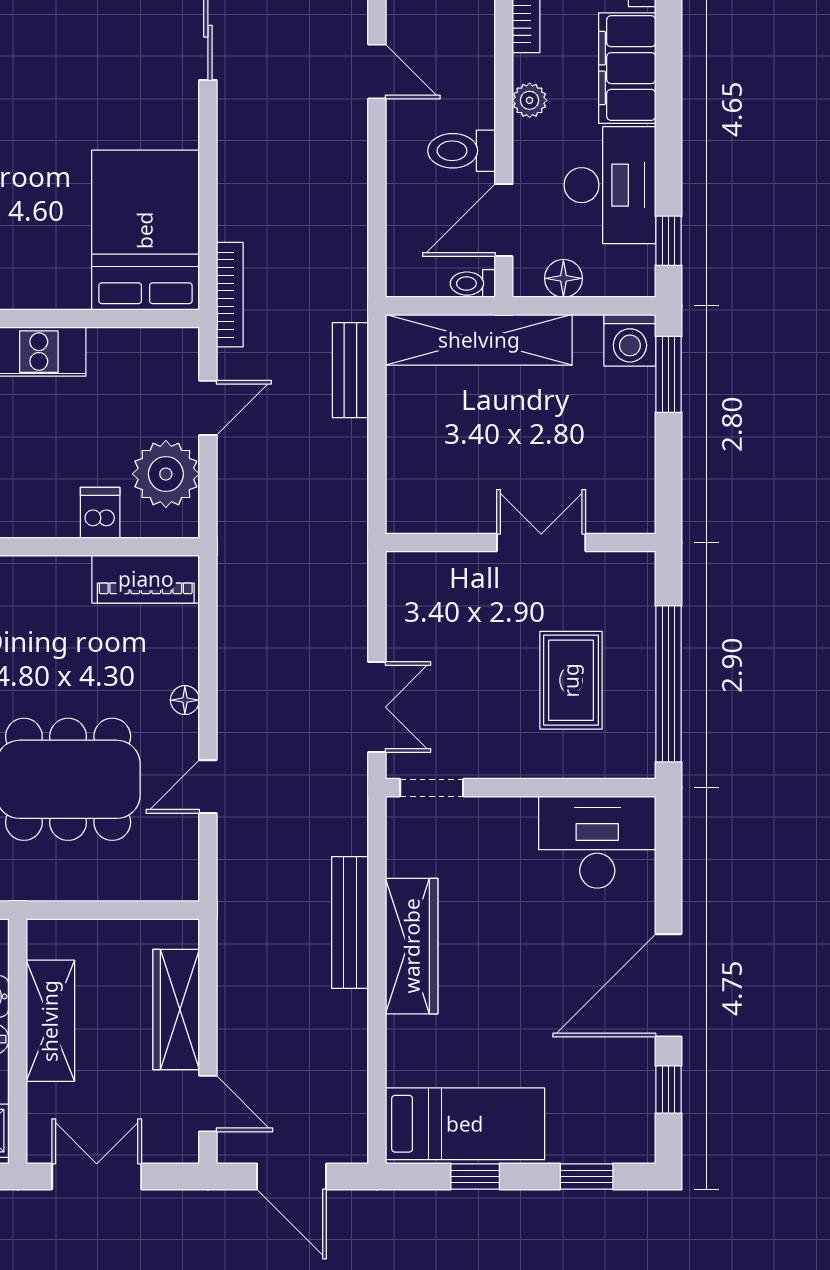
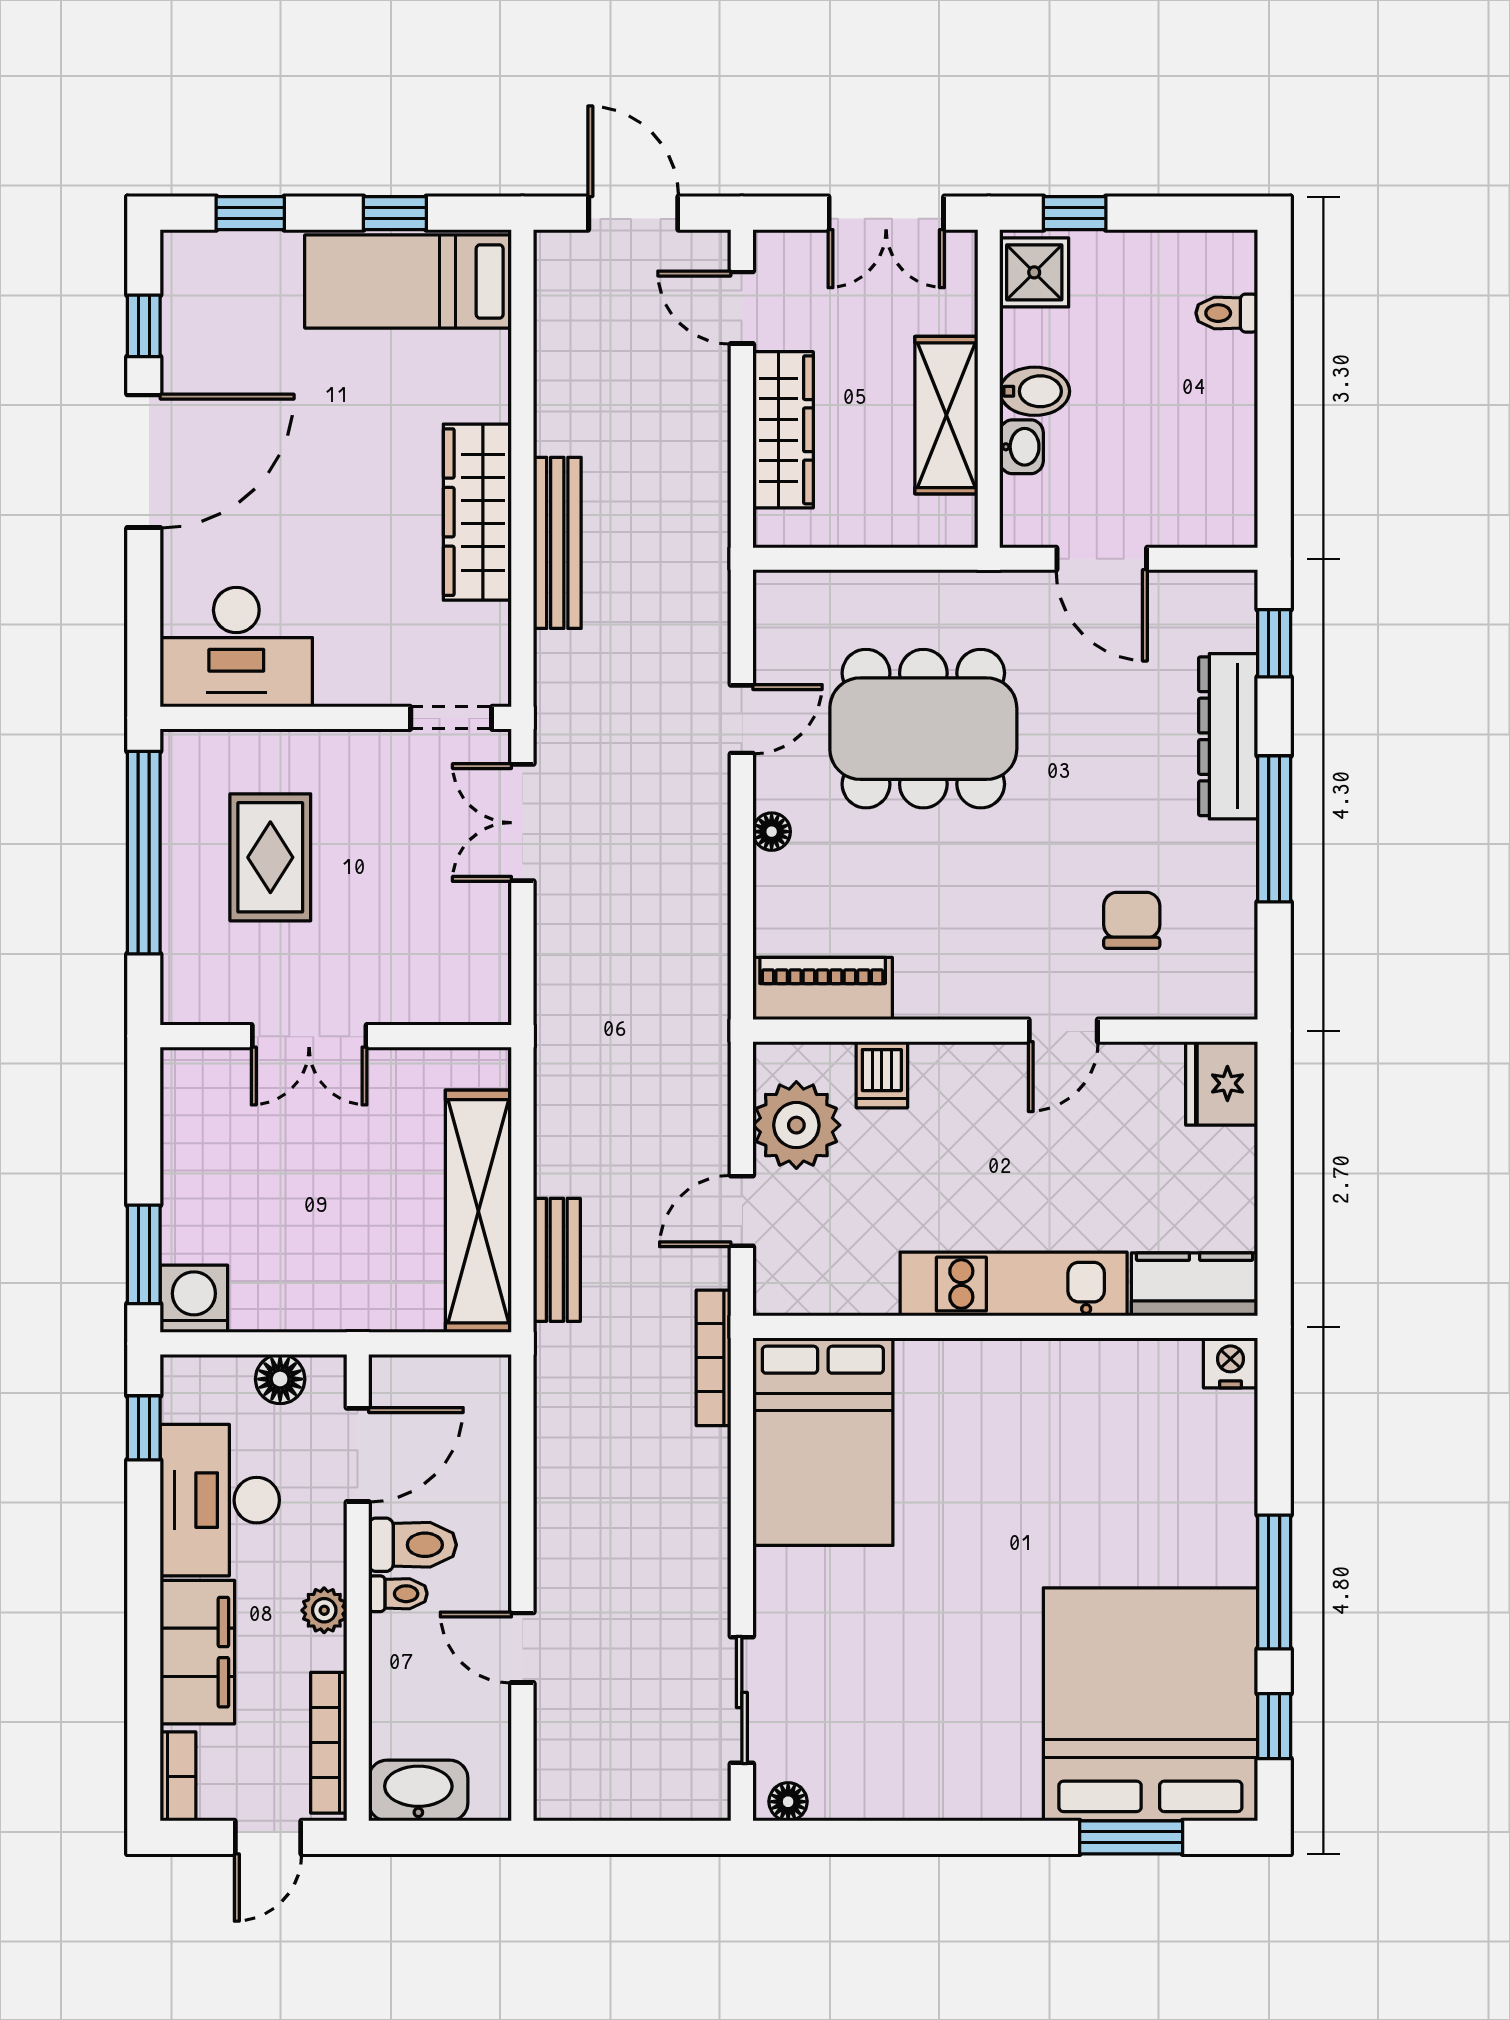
toilet: (473, 284) -> (398, 1594), moved
shelving: (479, 340) -> (478, 1211), moved, turned 90

